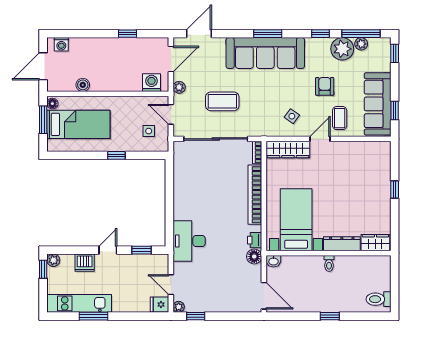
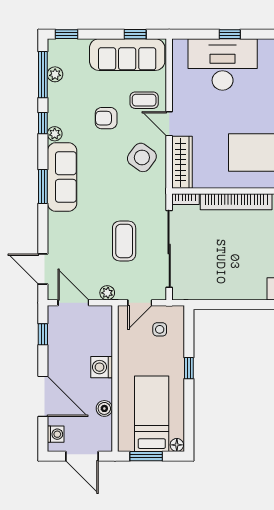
door: (93, 34) -> (43, 396), added
window: (127, 34) -> (43, 334), moved
plant: (342, 49) -> (55, 134), moved, width x0.53, depth x0.53
sofa: (265, 53) -> (62, 177), width x0.74, depth x0.79
washing machine: (151, 83) -> (102, 367), moved
floor lamp: (52, 104) -> (177, 445), moved
side table: (292, 116) -> (142, 157), width x1.87, depth x1.87
desk: (369, 183) -> (223, 64), added

